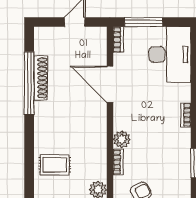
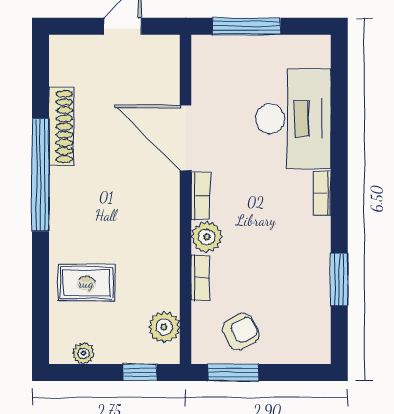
bookcase: (118, 40) -> (201, 196), moved
desk: (170, 55) -> (293, 119), moved
window: (29, 83) -> (40, 175), moved

